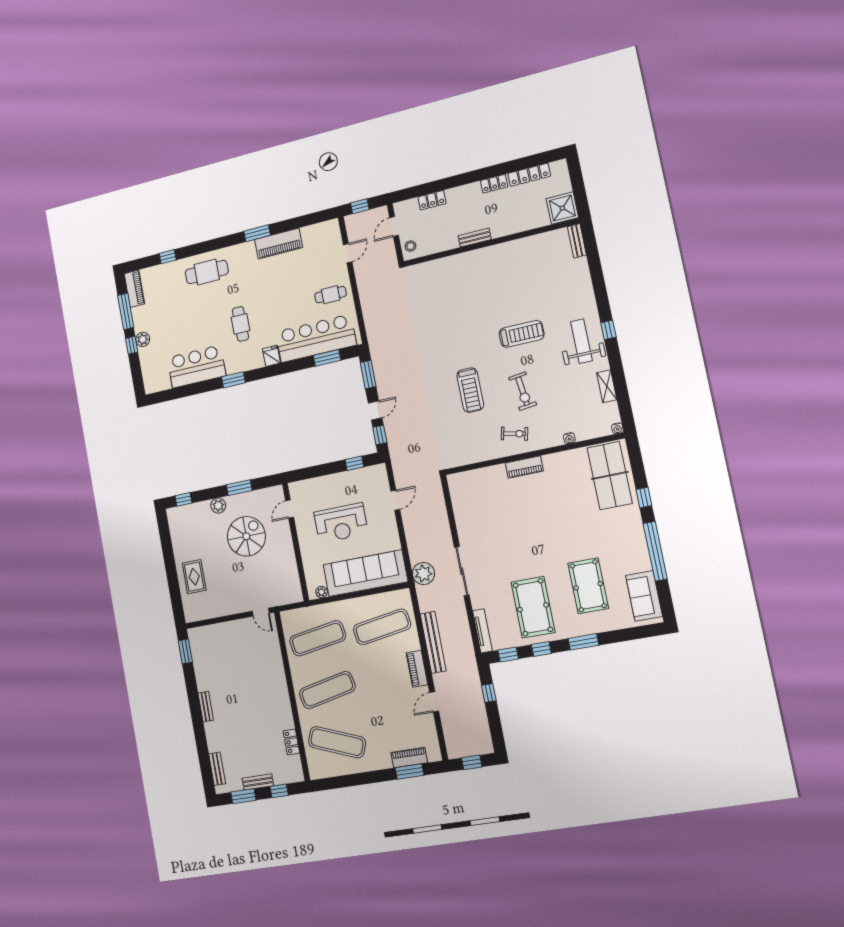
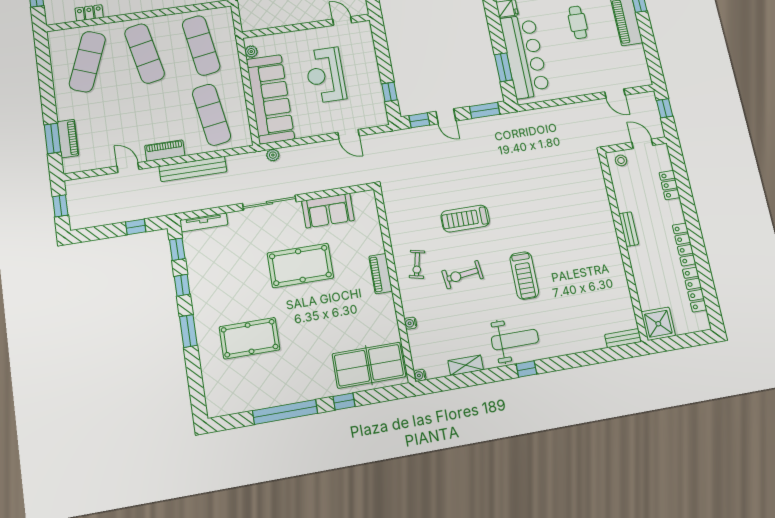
locker: (494, 184) -> (684, 244), width x1.53
cafe table: (331, 295) -> (578, 22), moved
plant: (423, 574) -> (273, 155), width x0.53, depth x0.53
sofa: (644, 596) -> (328, 211), moved, turned 180
pool table: (533, 607) -> (300, 265), moved

